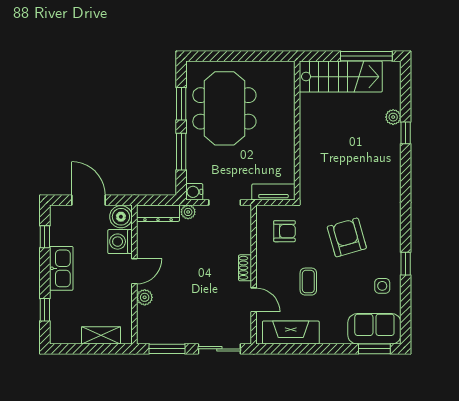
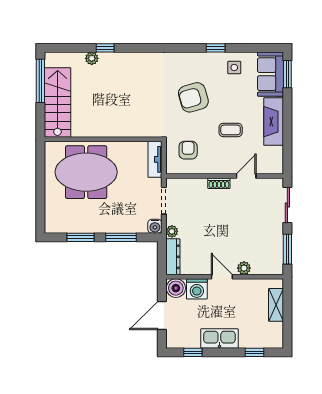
meeting table: (224, 108) -> (86, 172), moved
fireplace: (291, 332) -> (274, 122), moved

